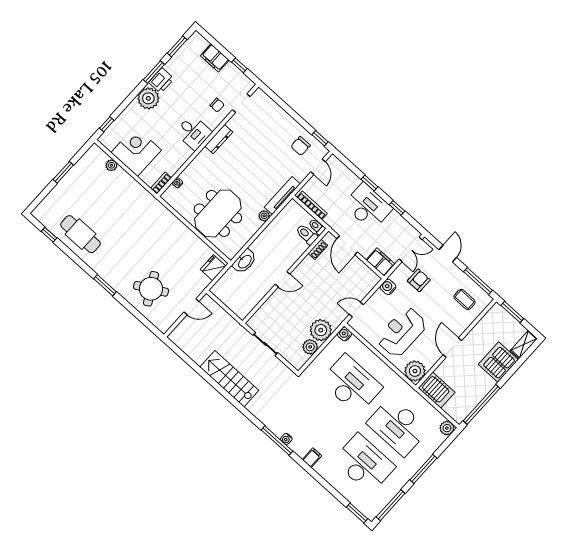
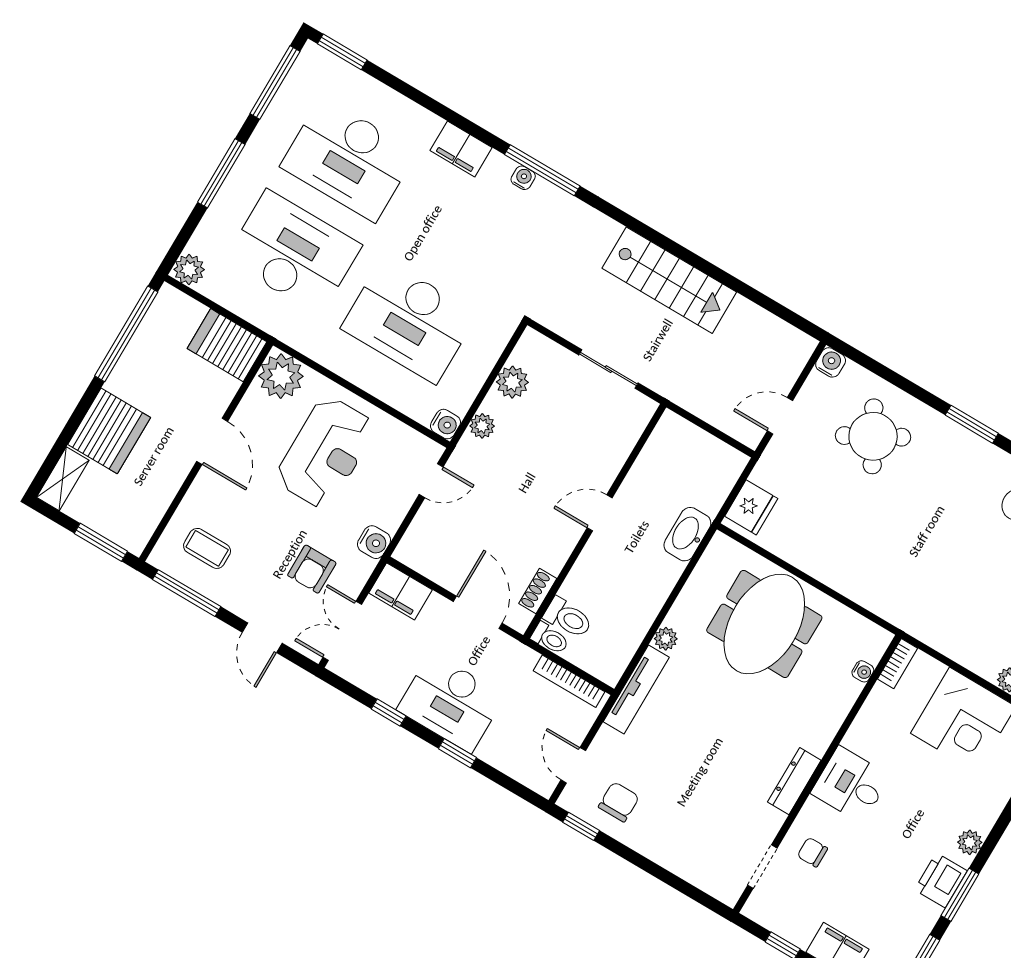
plant: (148, 98) -> (970, 842), width x0.53, depth x0.53
water cooler: (164, 326) -> (831, 362), added
plant: (321, 330) -> (482, 426), width x0.53, depth x0.53
filing cabinet: (312, 458) -> (461, 149), width x2.00

